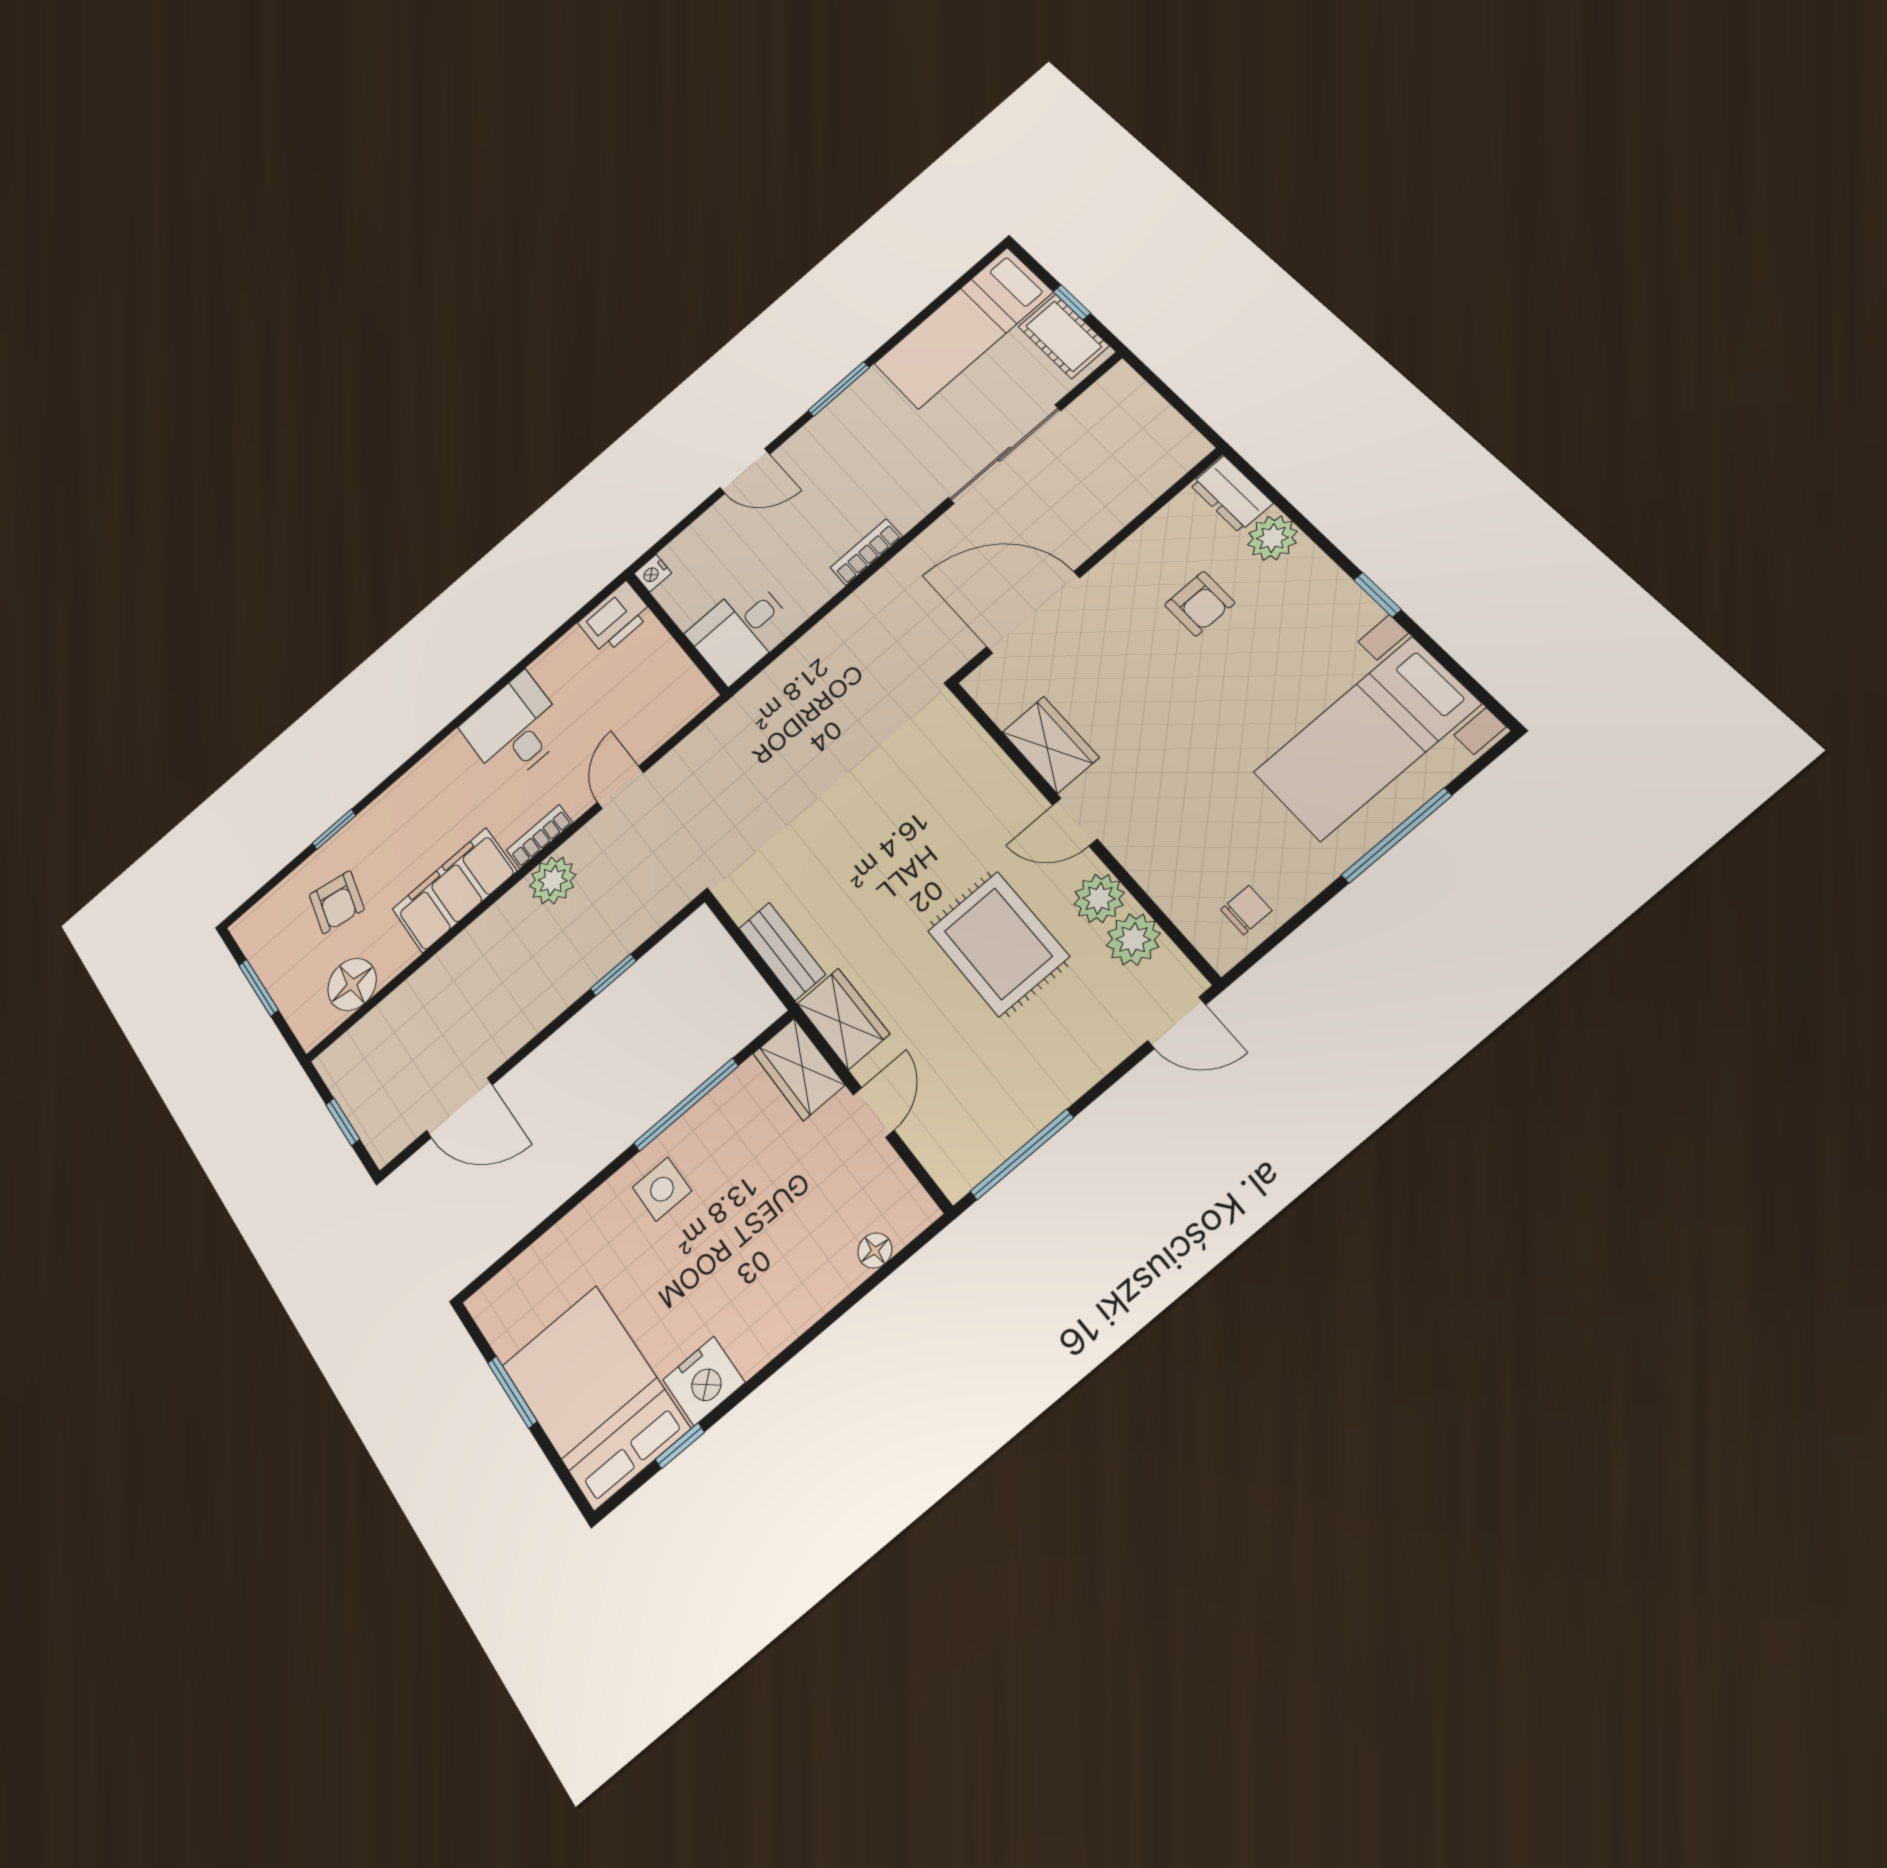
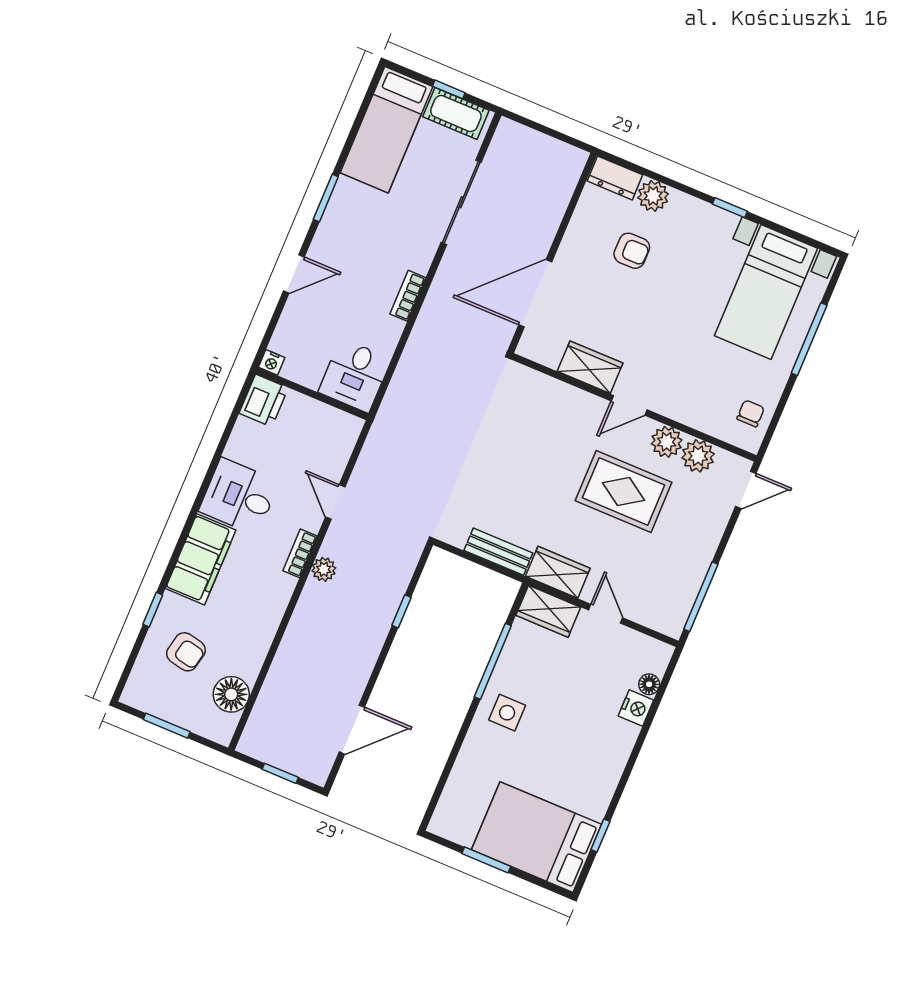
plant: (553, 881) -> (324, 569), width x0.73, depth x0.73
filing cabinet: (454, 890) -> (201, 559), moved, turned 180
nightstand: (704, 1381) -> (636, 708), moved, width x0.74, depth x0.75

